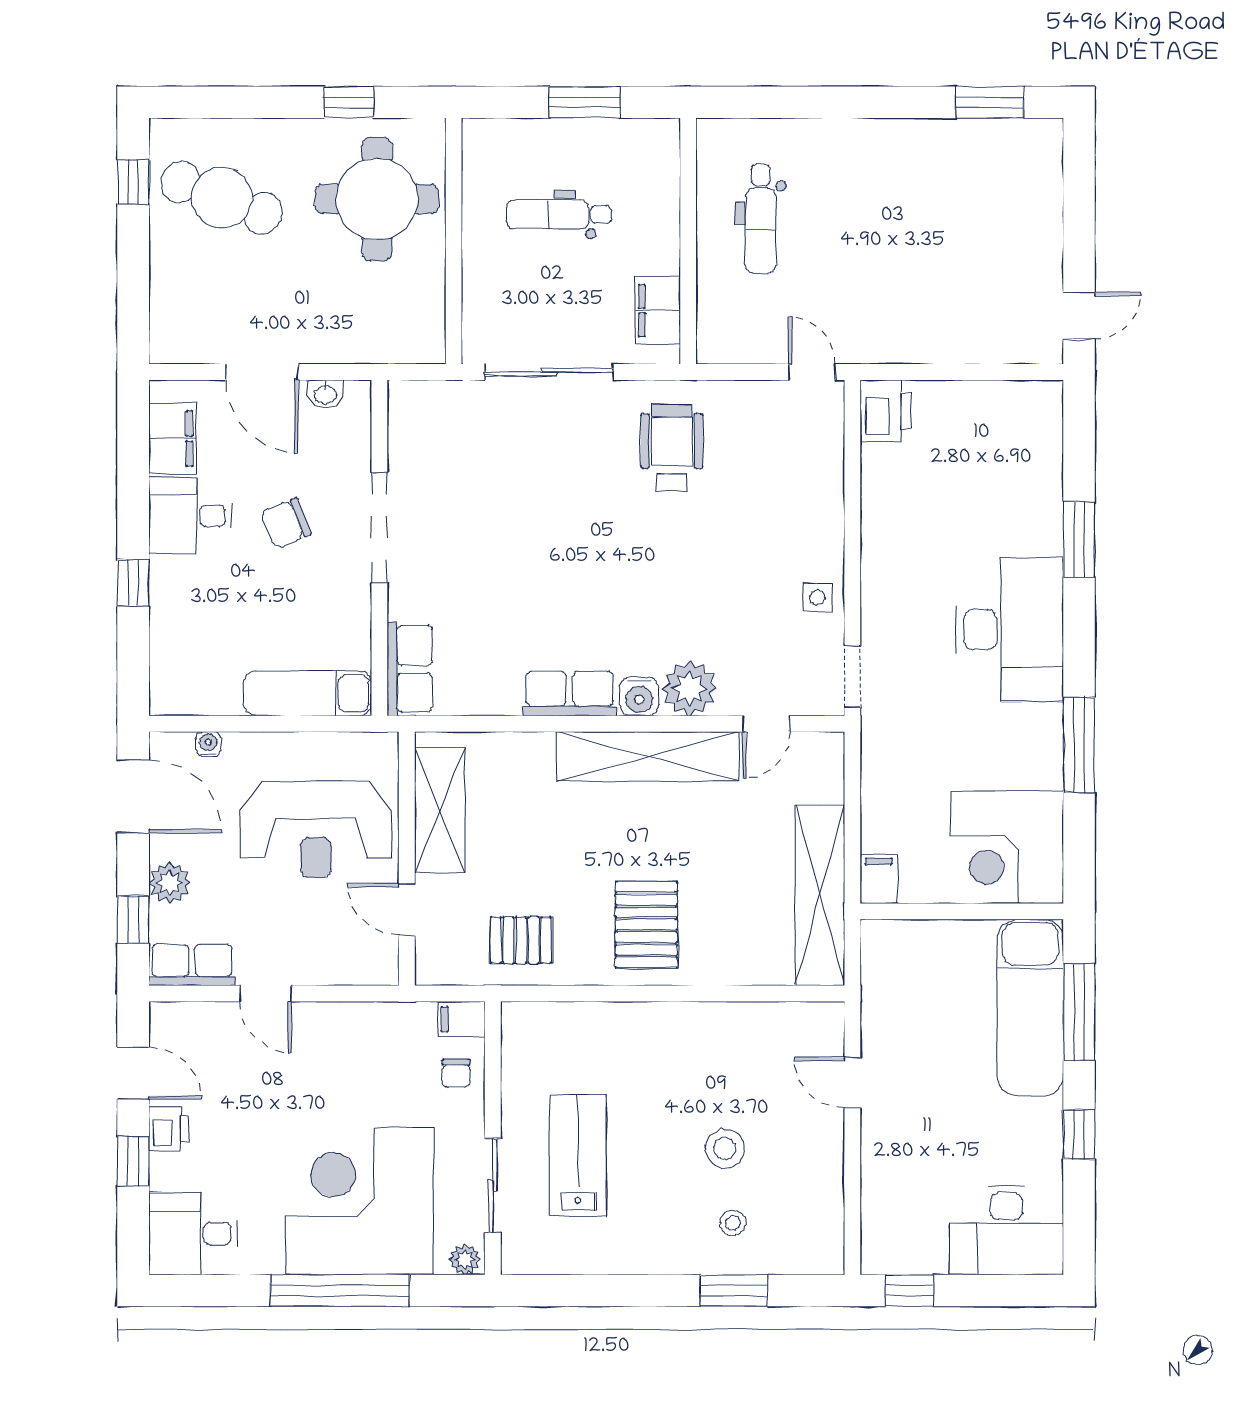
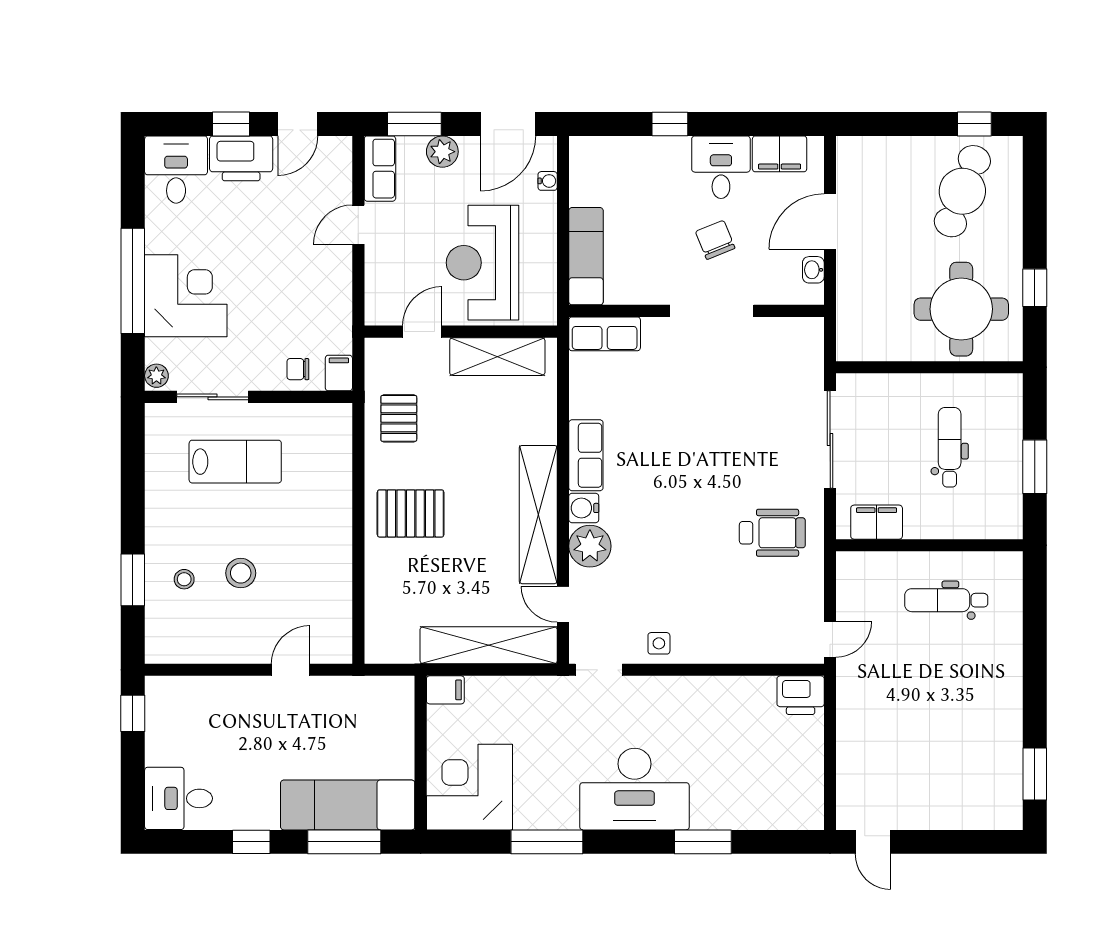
shelving: (820, 895) -> (489, 645), moved
window: (133, 920) -> (414, 124), width x1.50
printer: (169, 1129) -> (241, 158), width x1.87, depth x1.48
corner desk: (360, 1201) -> (186, 296), width x0.74, depth x0.74
desk: (1006, 1230) -> (178, 798), width x0.73

